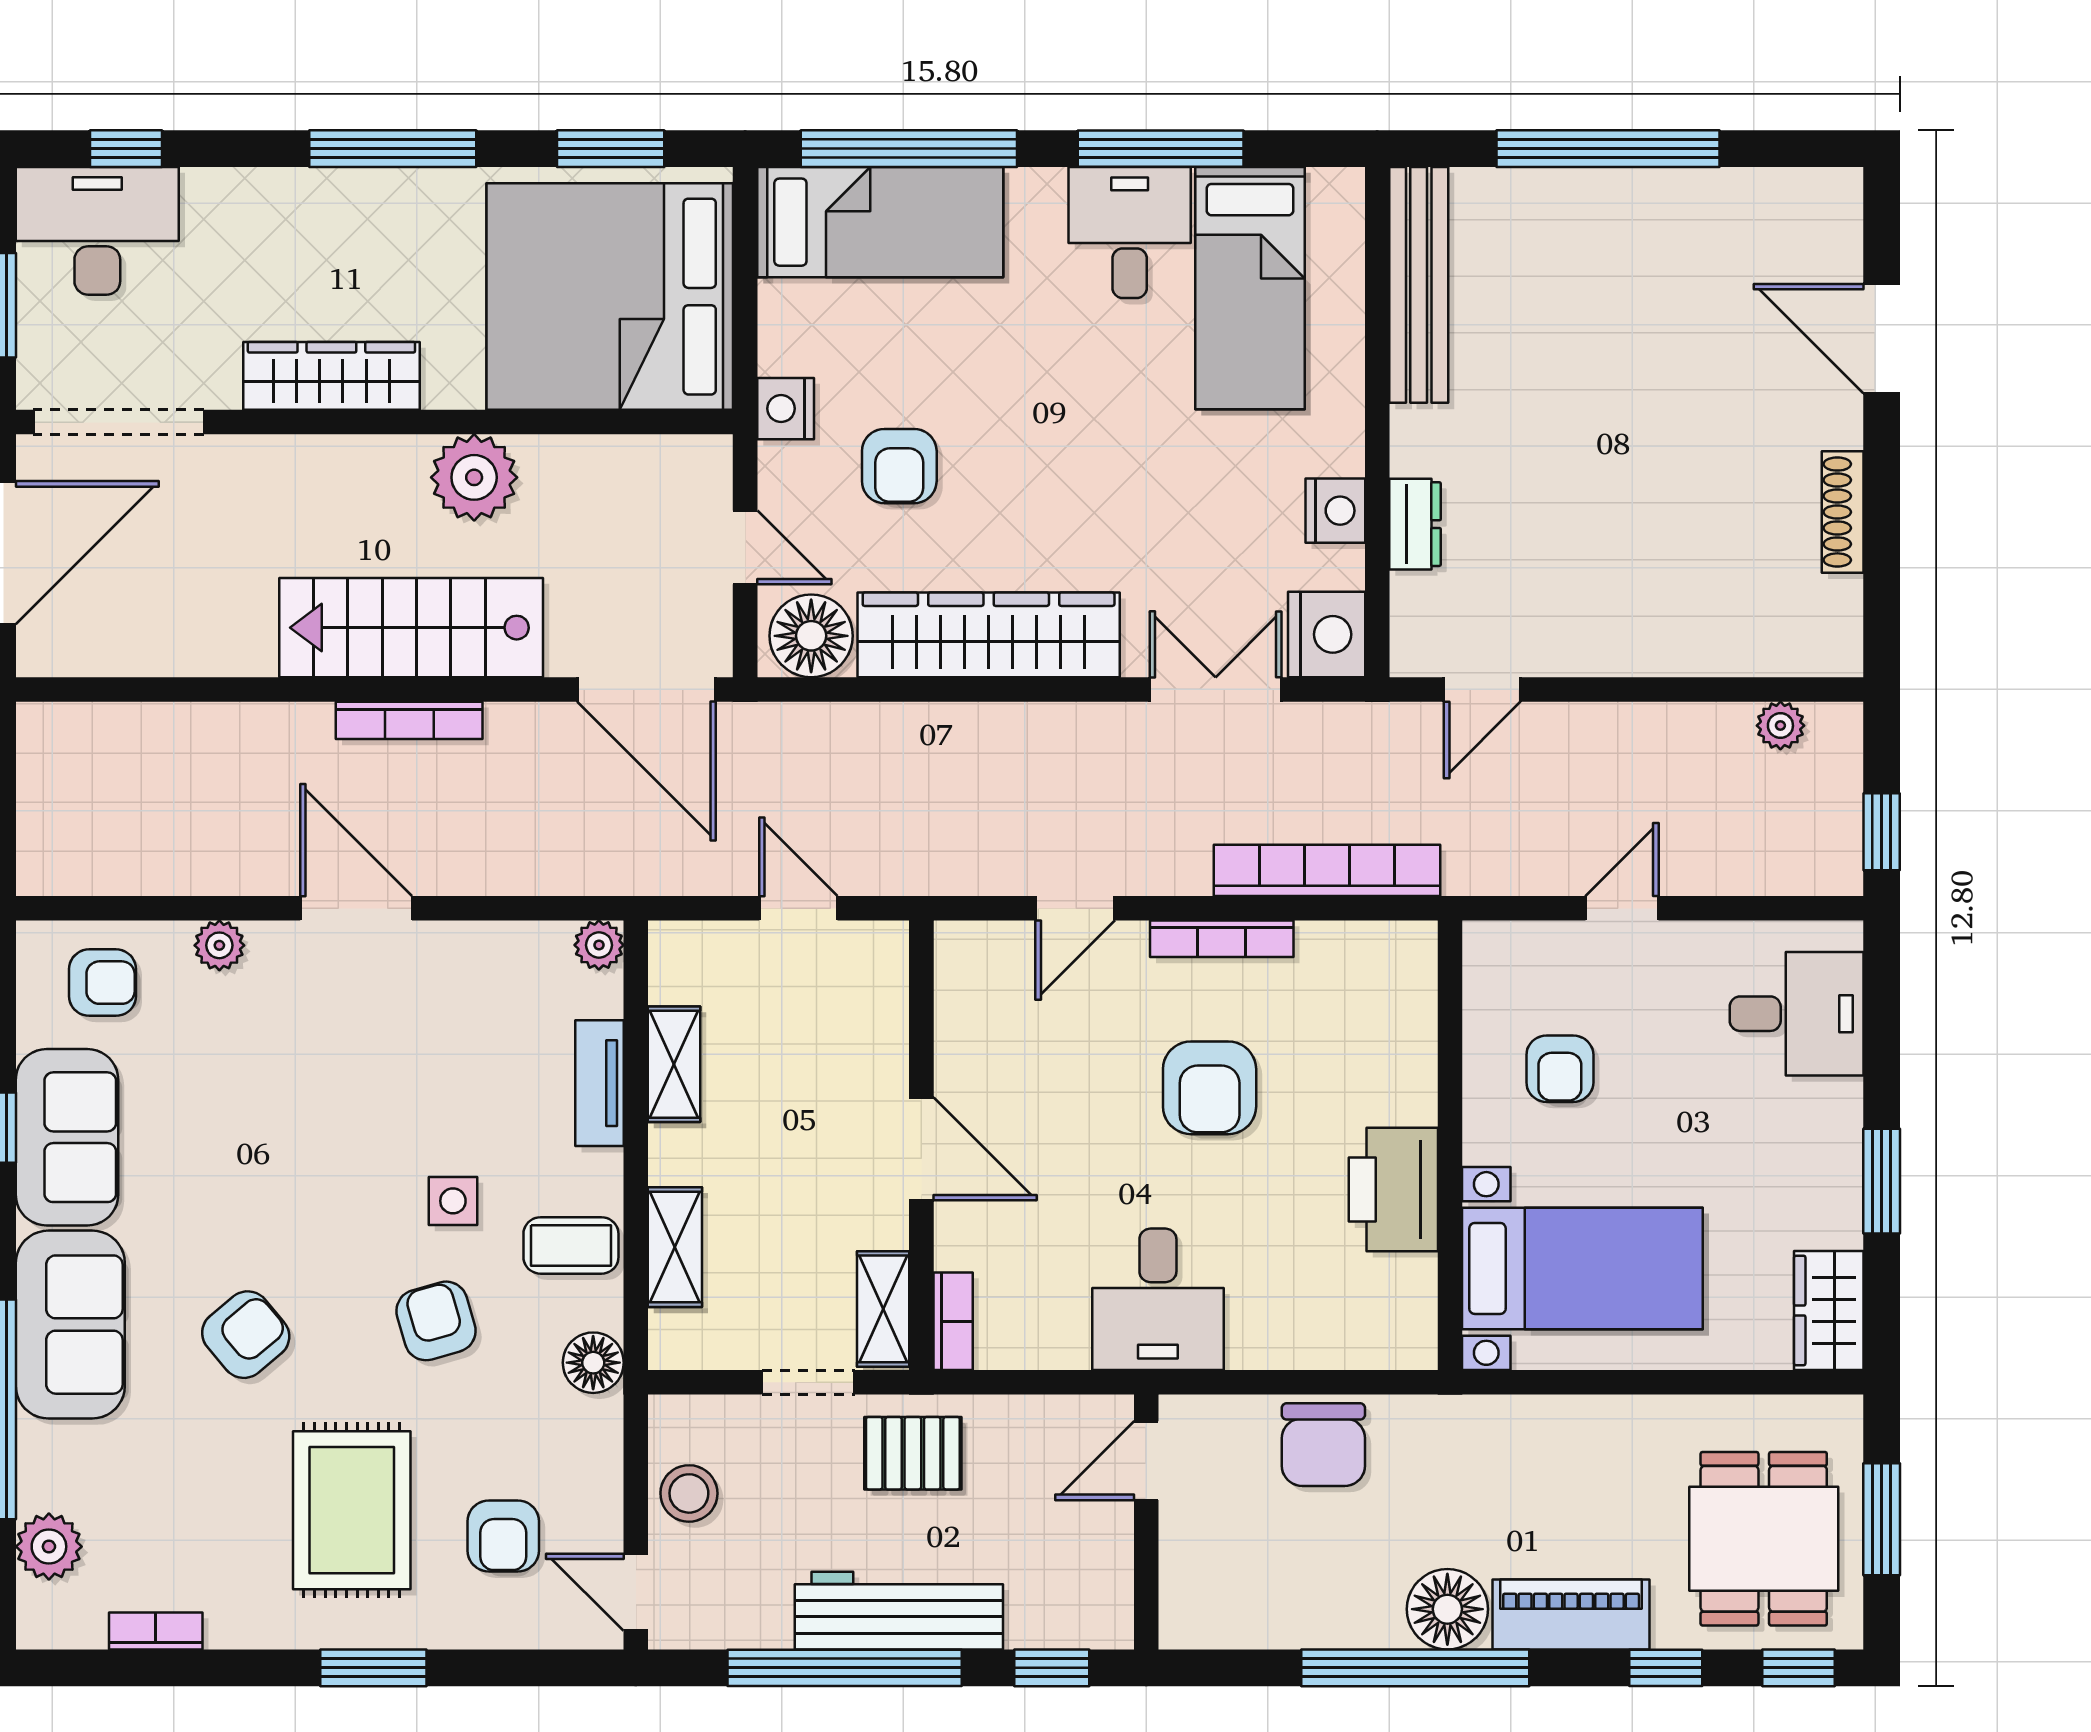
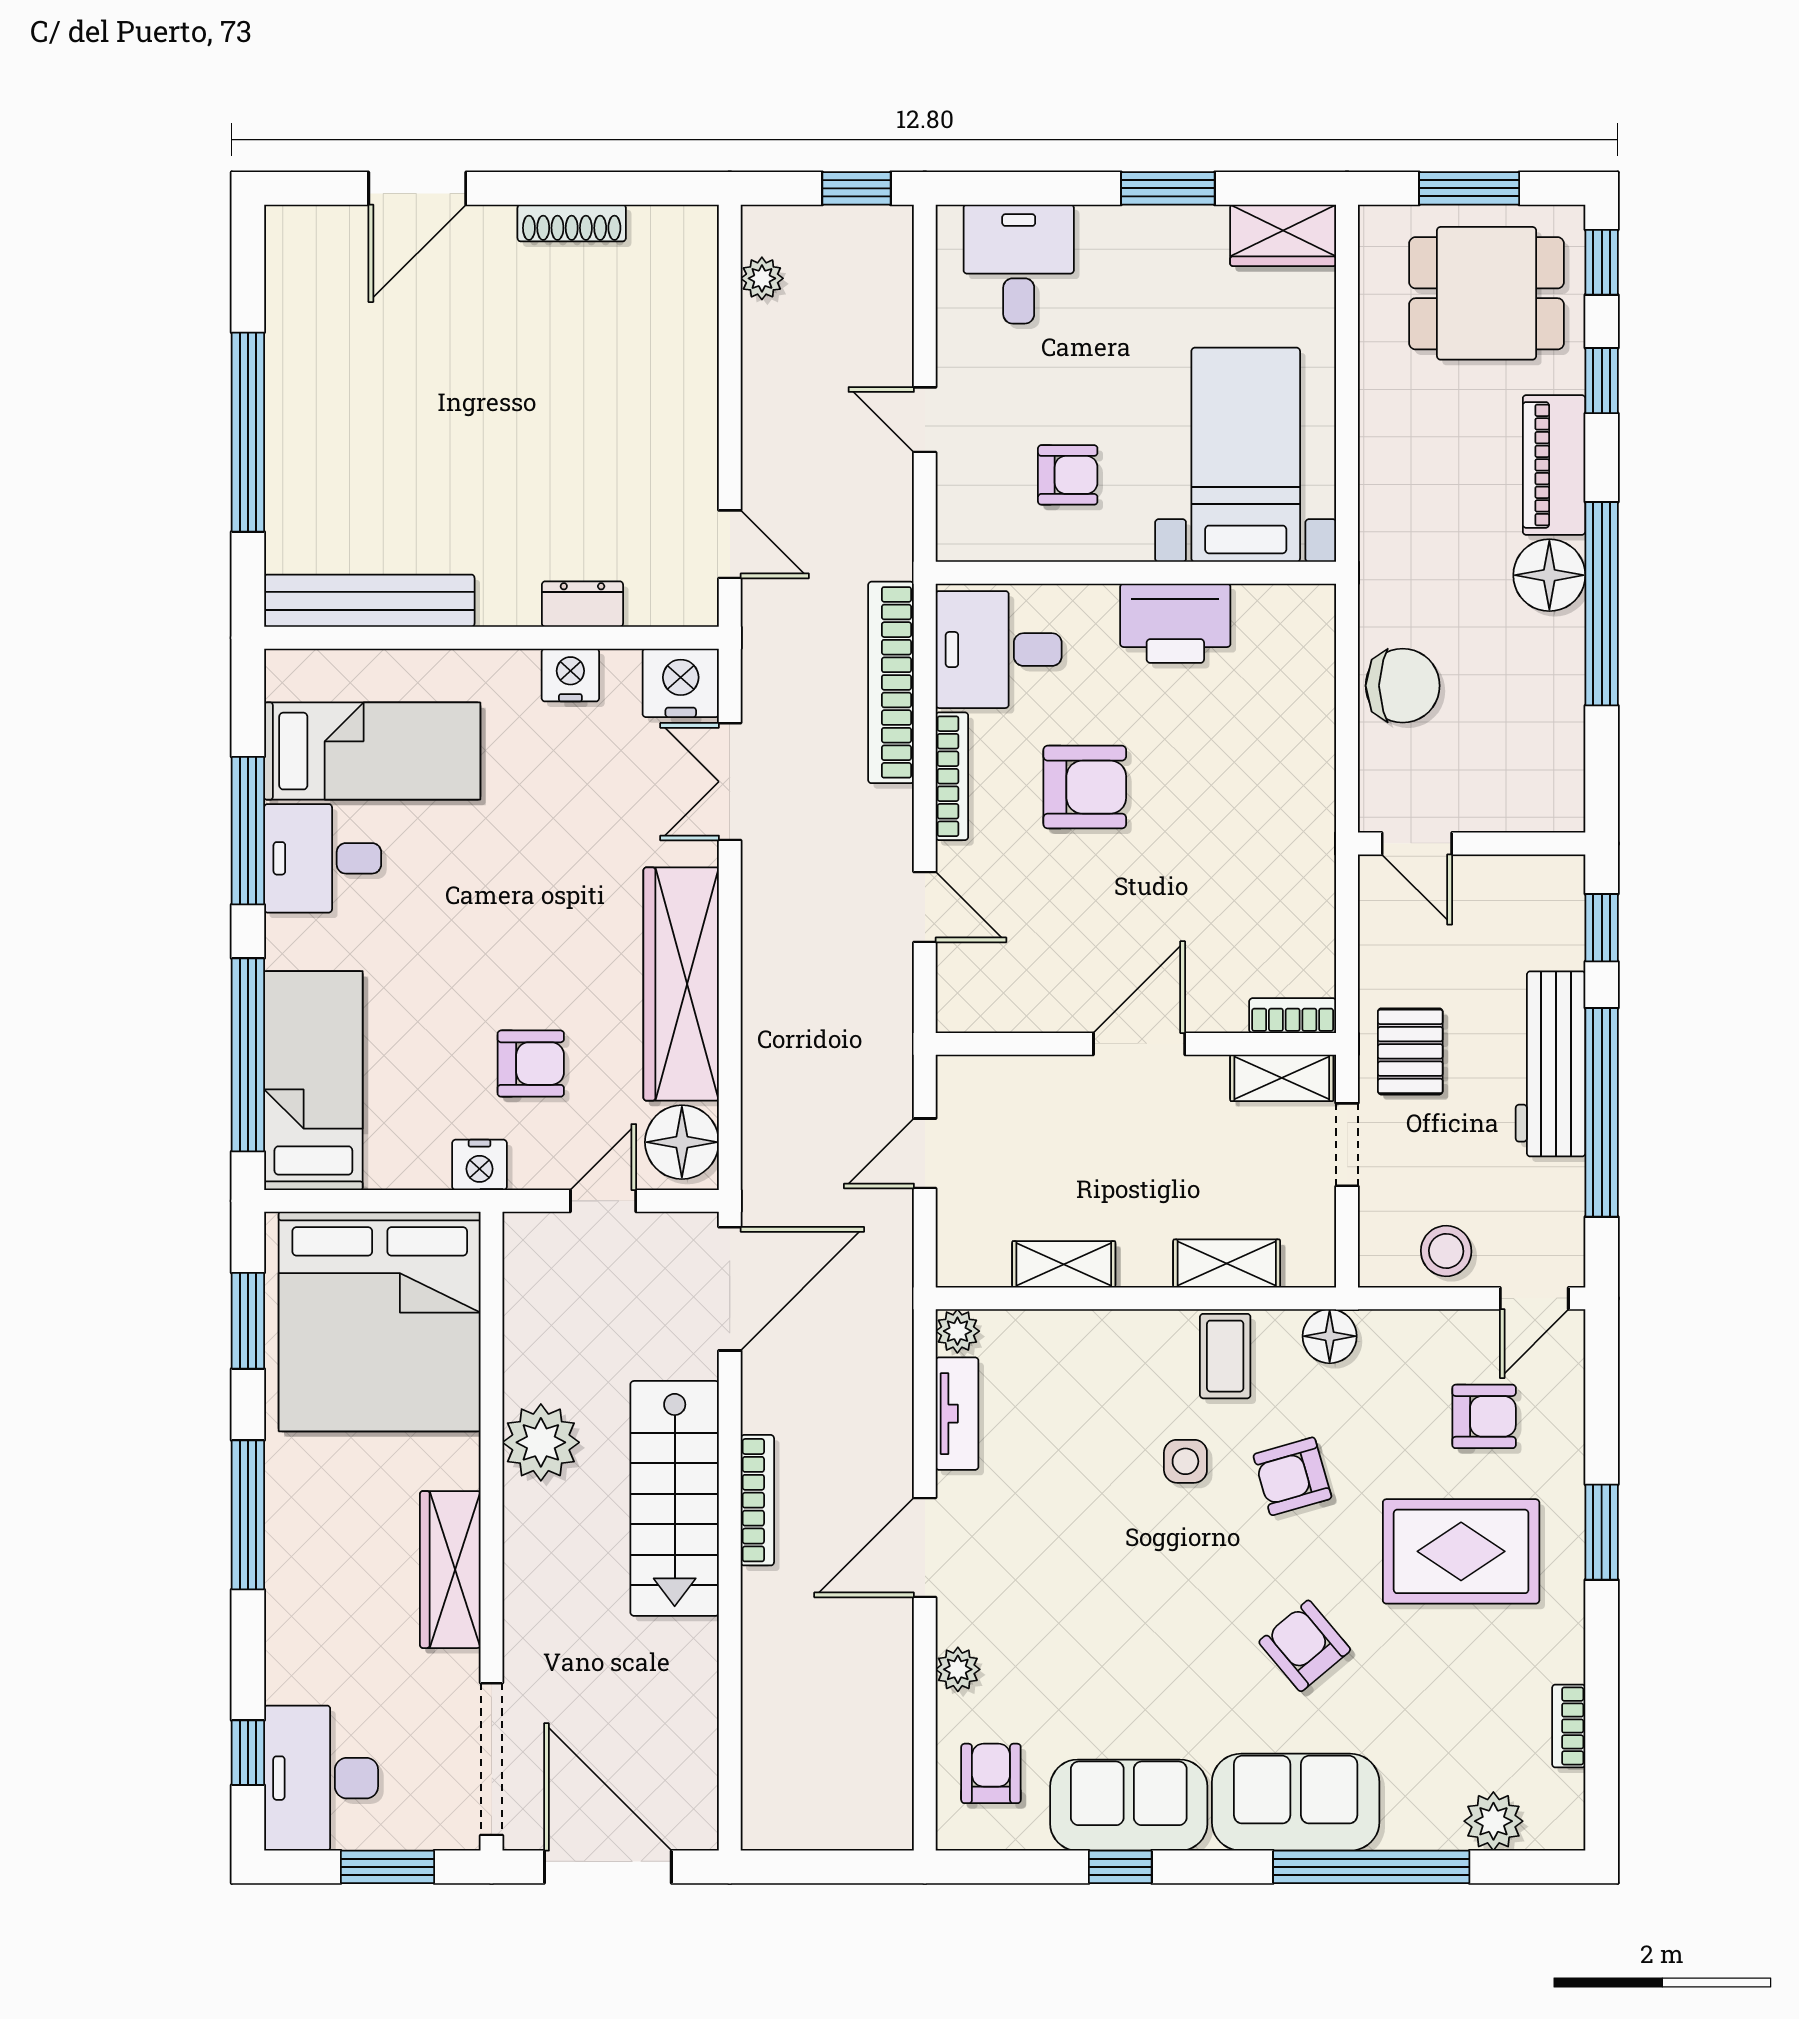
tv unit: (600, 1083) -> (957, 1414), moved, turned -90
desk: (1158, 1299) -> (999, 650), moved, turned 180

